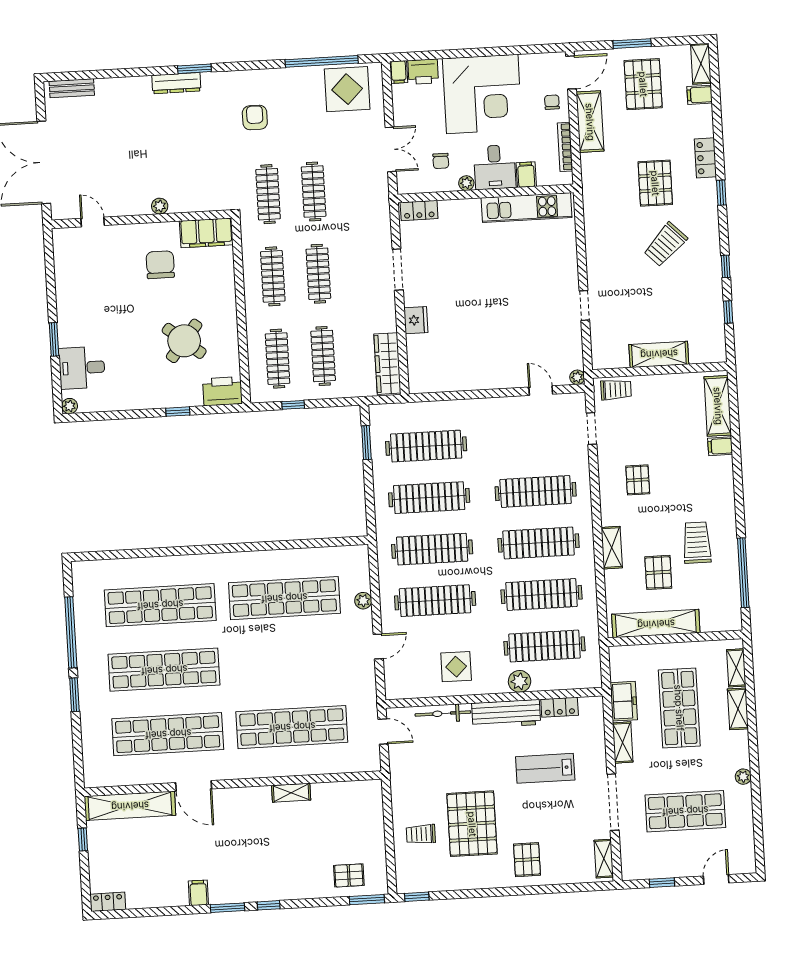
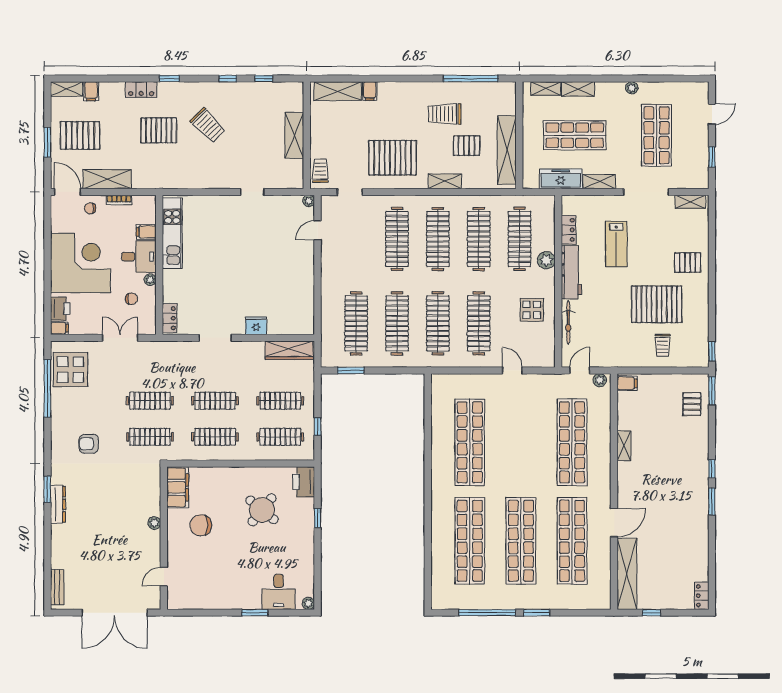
bookcase: (565, 147) -> (119, 200), width x0.64
pallet: (638, 480) -> (393, 158), width x2.05, depth x2.00
plant: (363, 601) -> (600, 380), moved
freezer: (624, 701) -> (561, 179), width x1.40
door: (716, 879) -> (712, 114), swing flipped
filing cabinet: (198, 893) -> (627, 383), moved, turned 180

